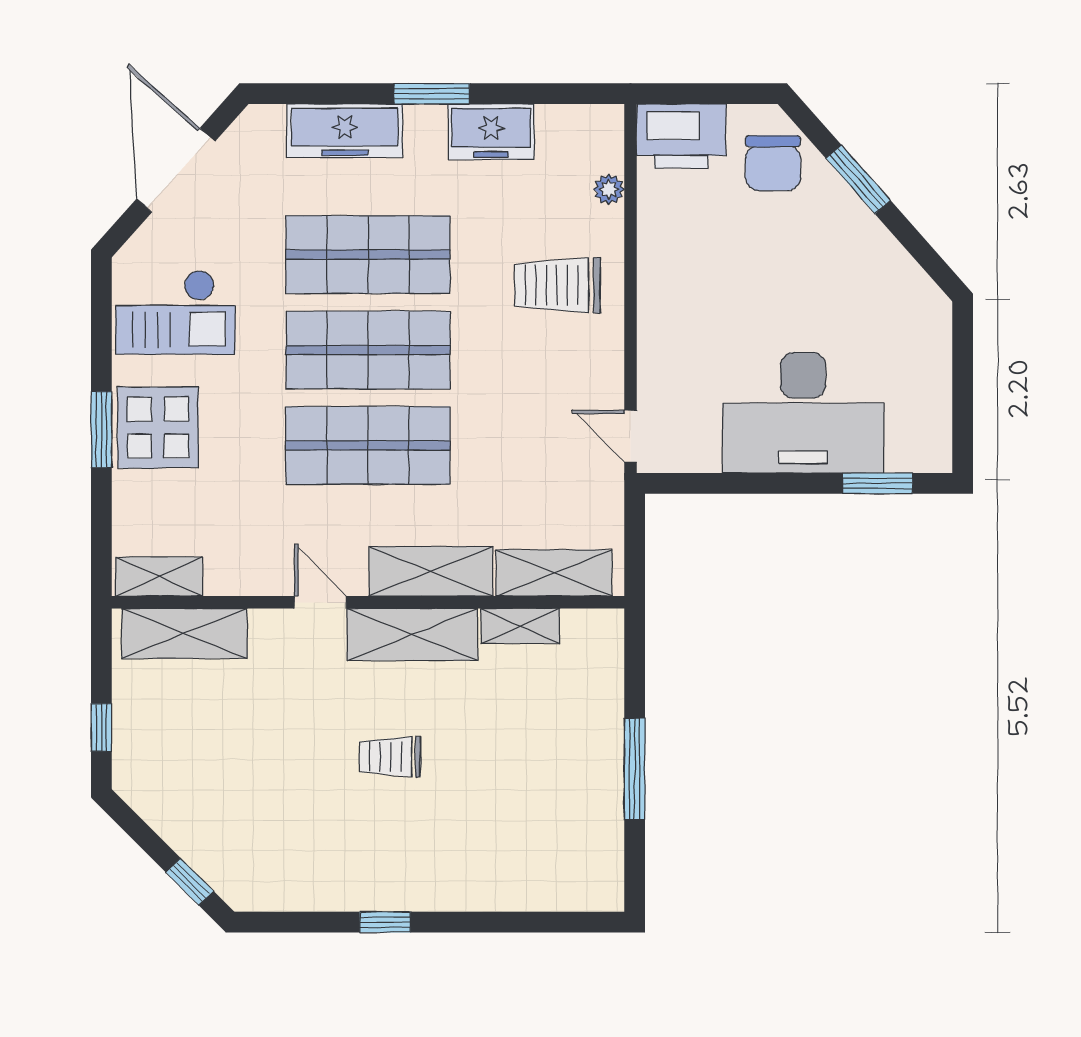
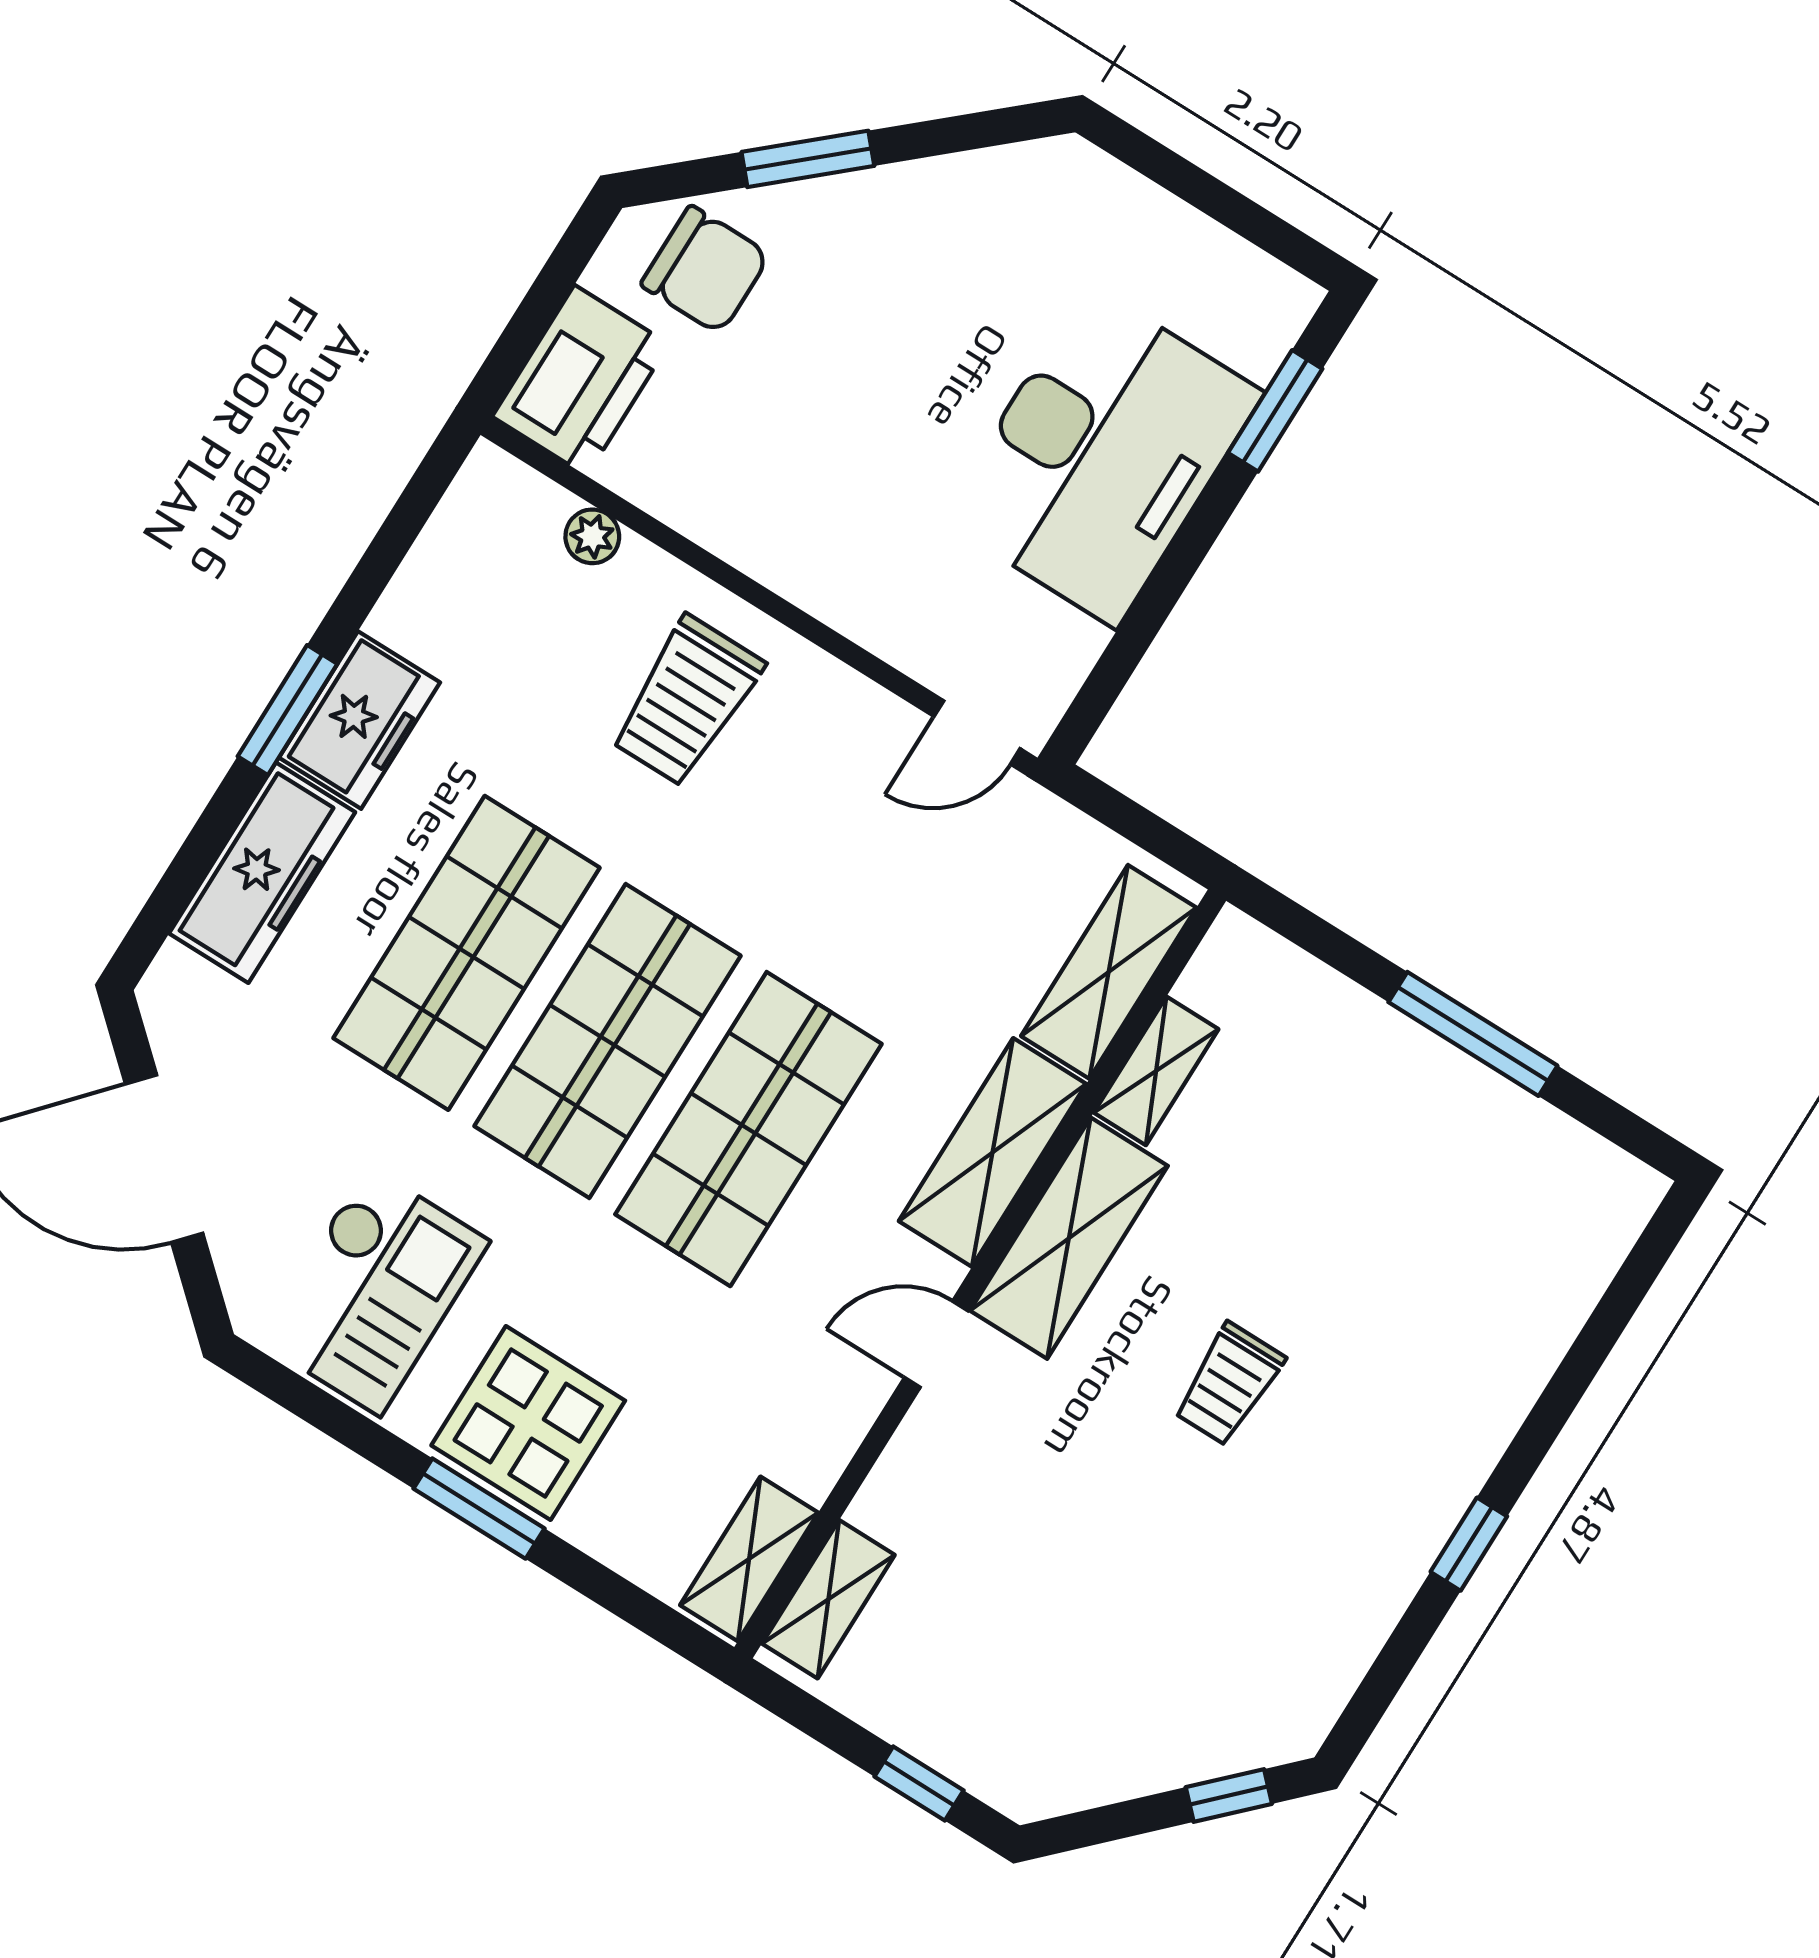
freezer: (491, 132) -> (360, 720), moved
shelving: (184, 633) -> (828, 1599), width x0.67, depth x0.75

